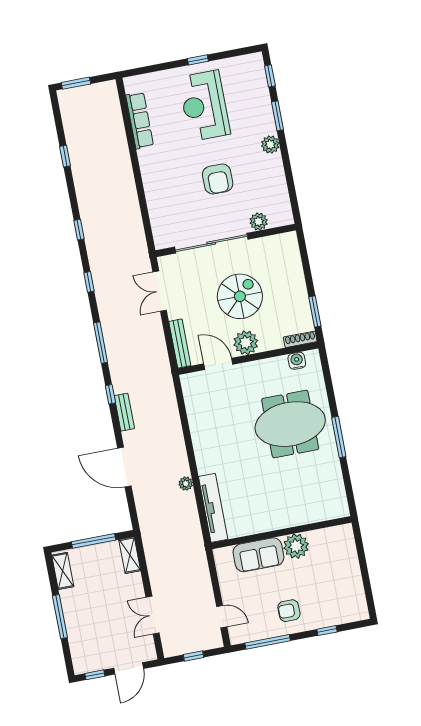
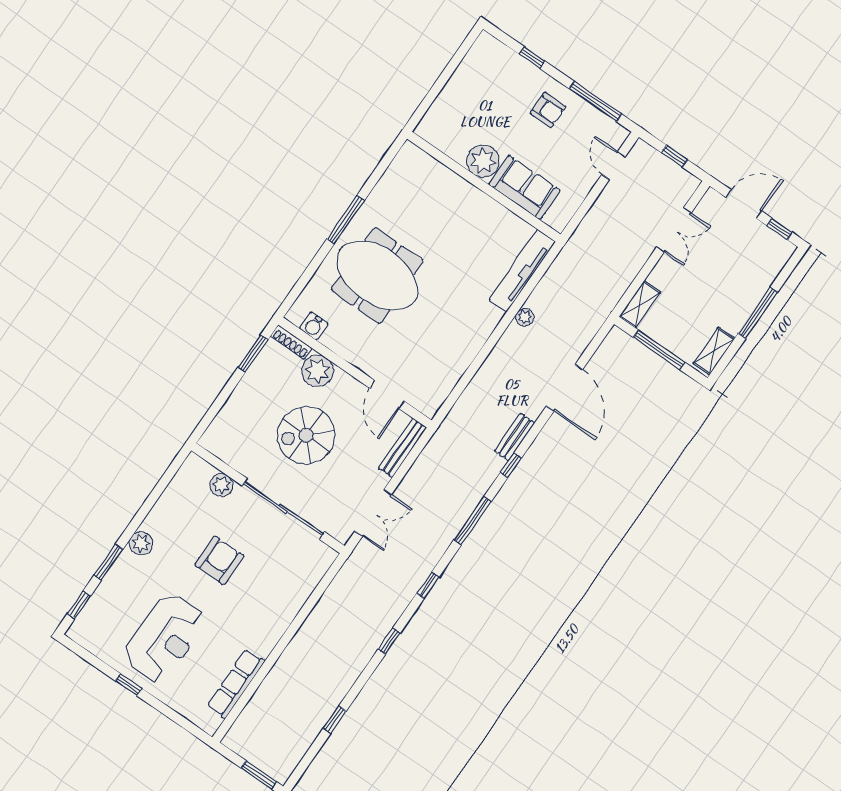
plant: (246, 343) -> (318, 371), moved

